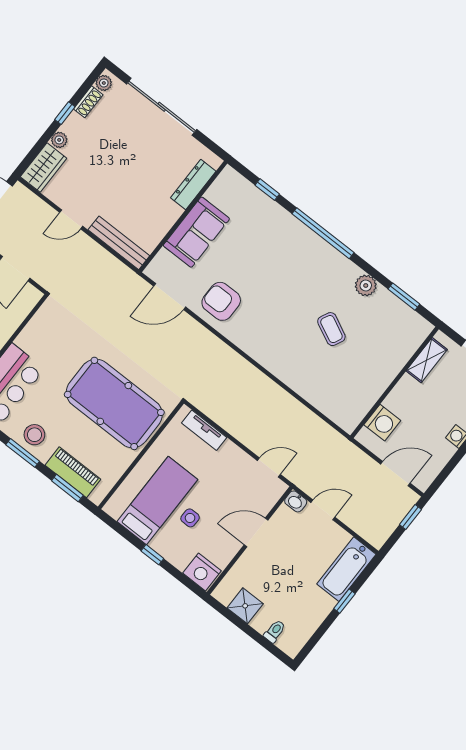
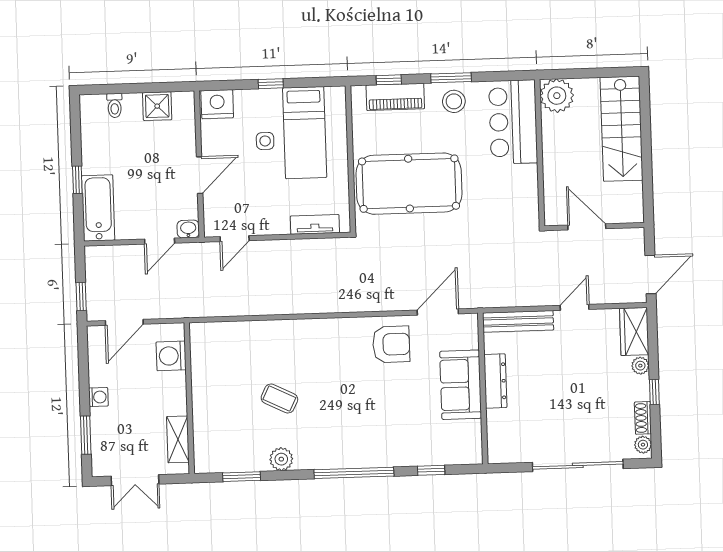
dresser: (193, 185) -> (495, 381), moved
window: (67, 488) -> (389, 80), width x0.67

